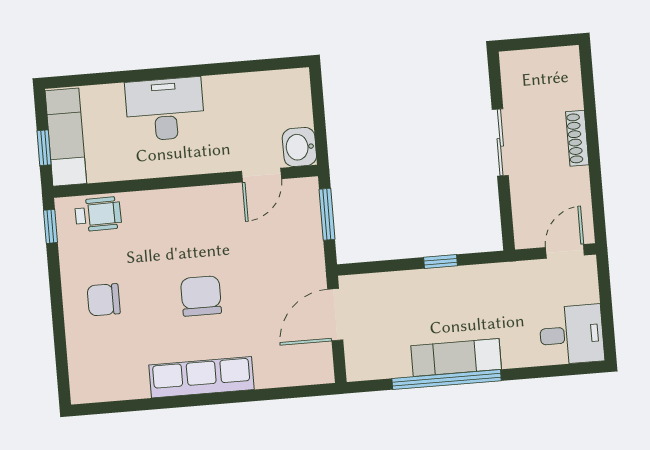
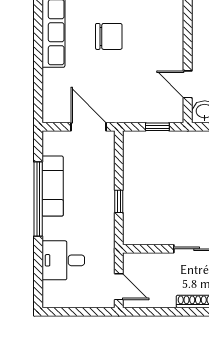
window: (327, 214) -> (157, 127), width x0.67
desk: (572, 335) -> (63, 260), moved, turned 90
exam couch: (456, 357) -> (53, 186), moved

